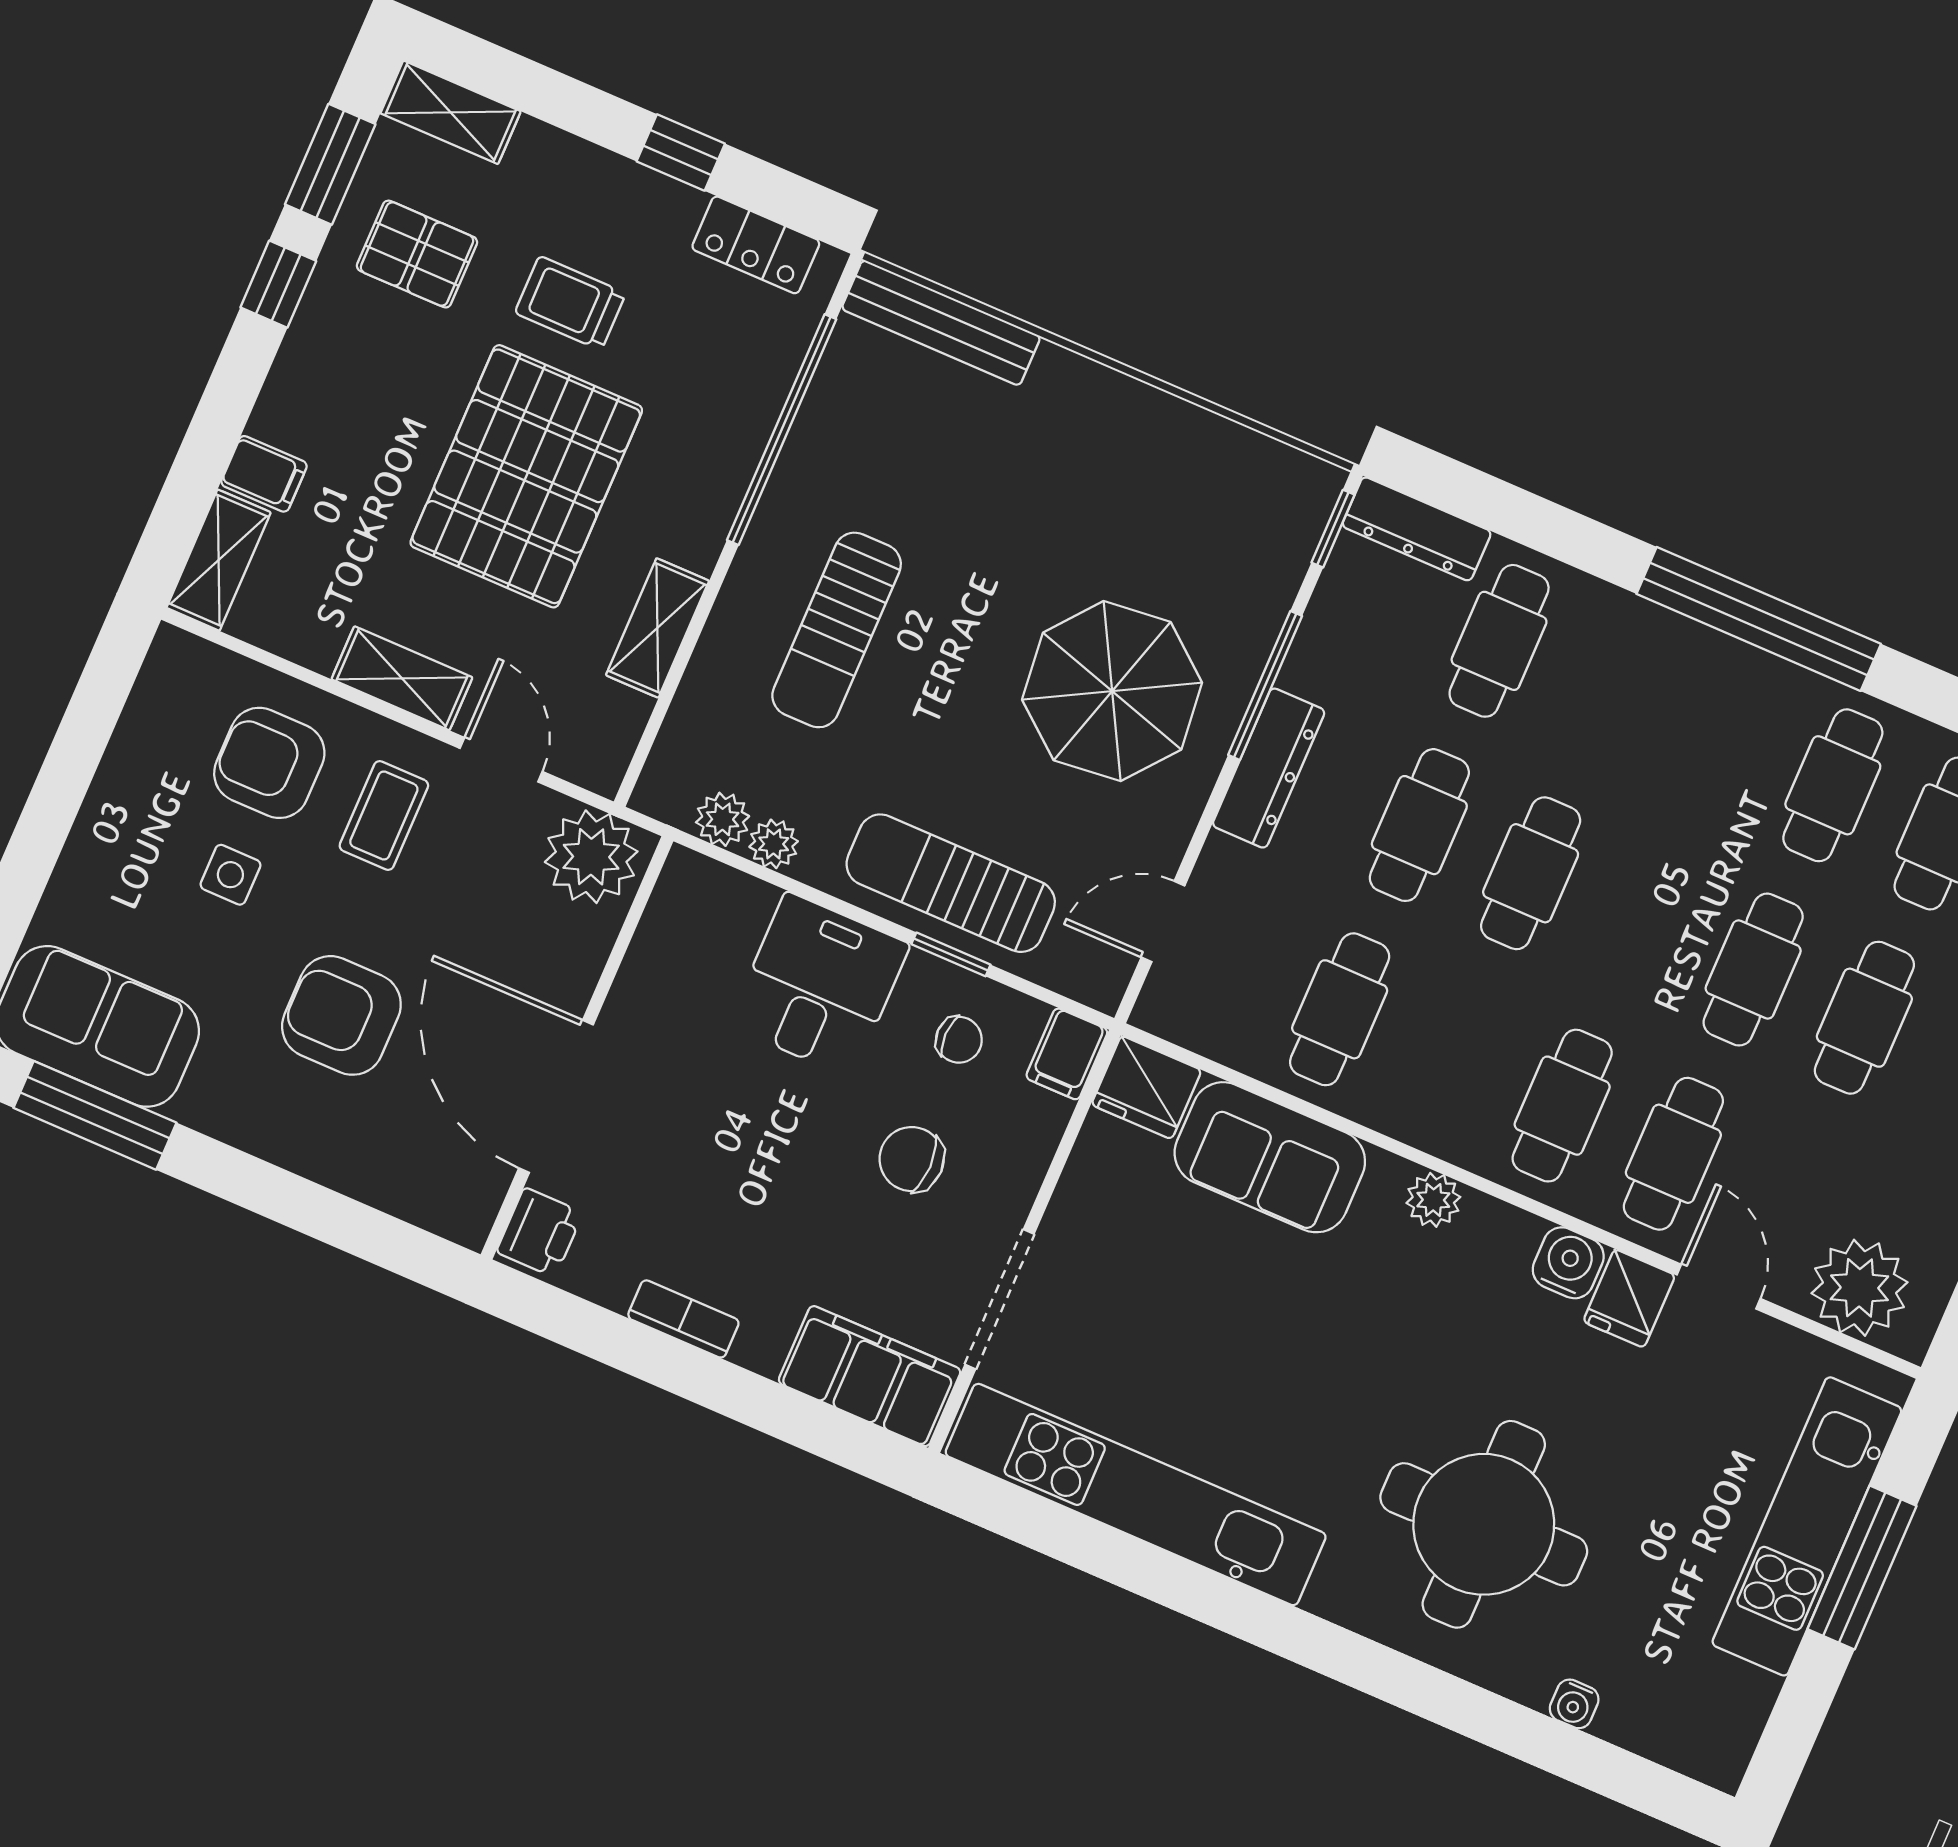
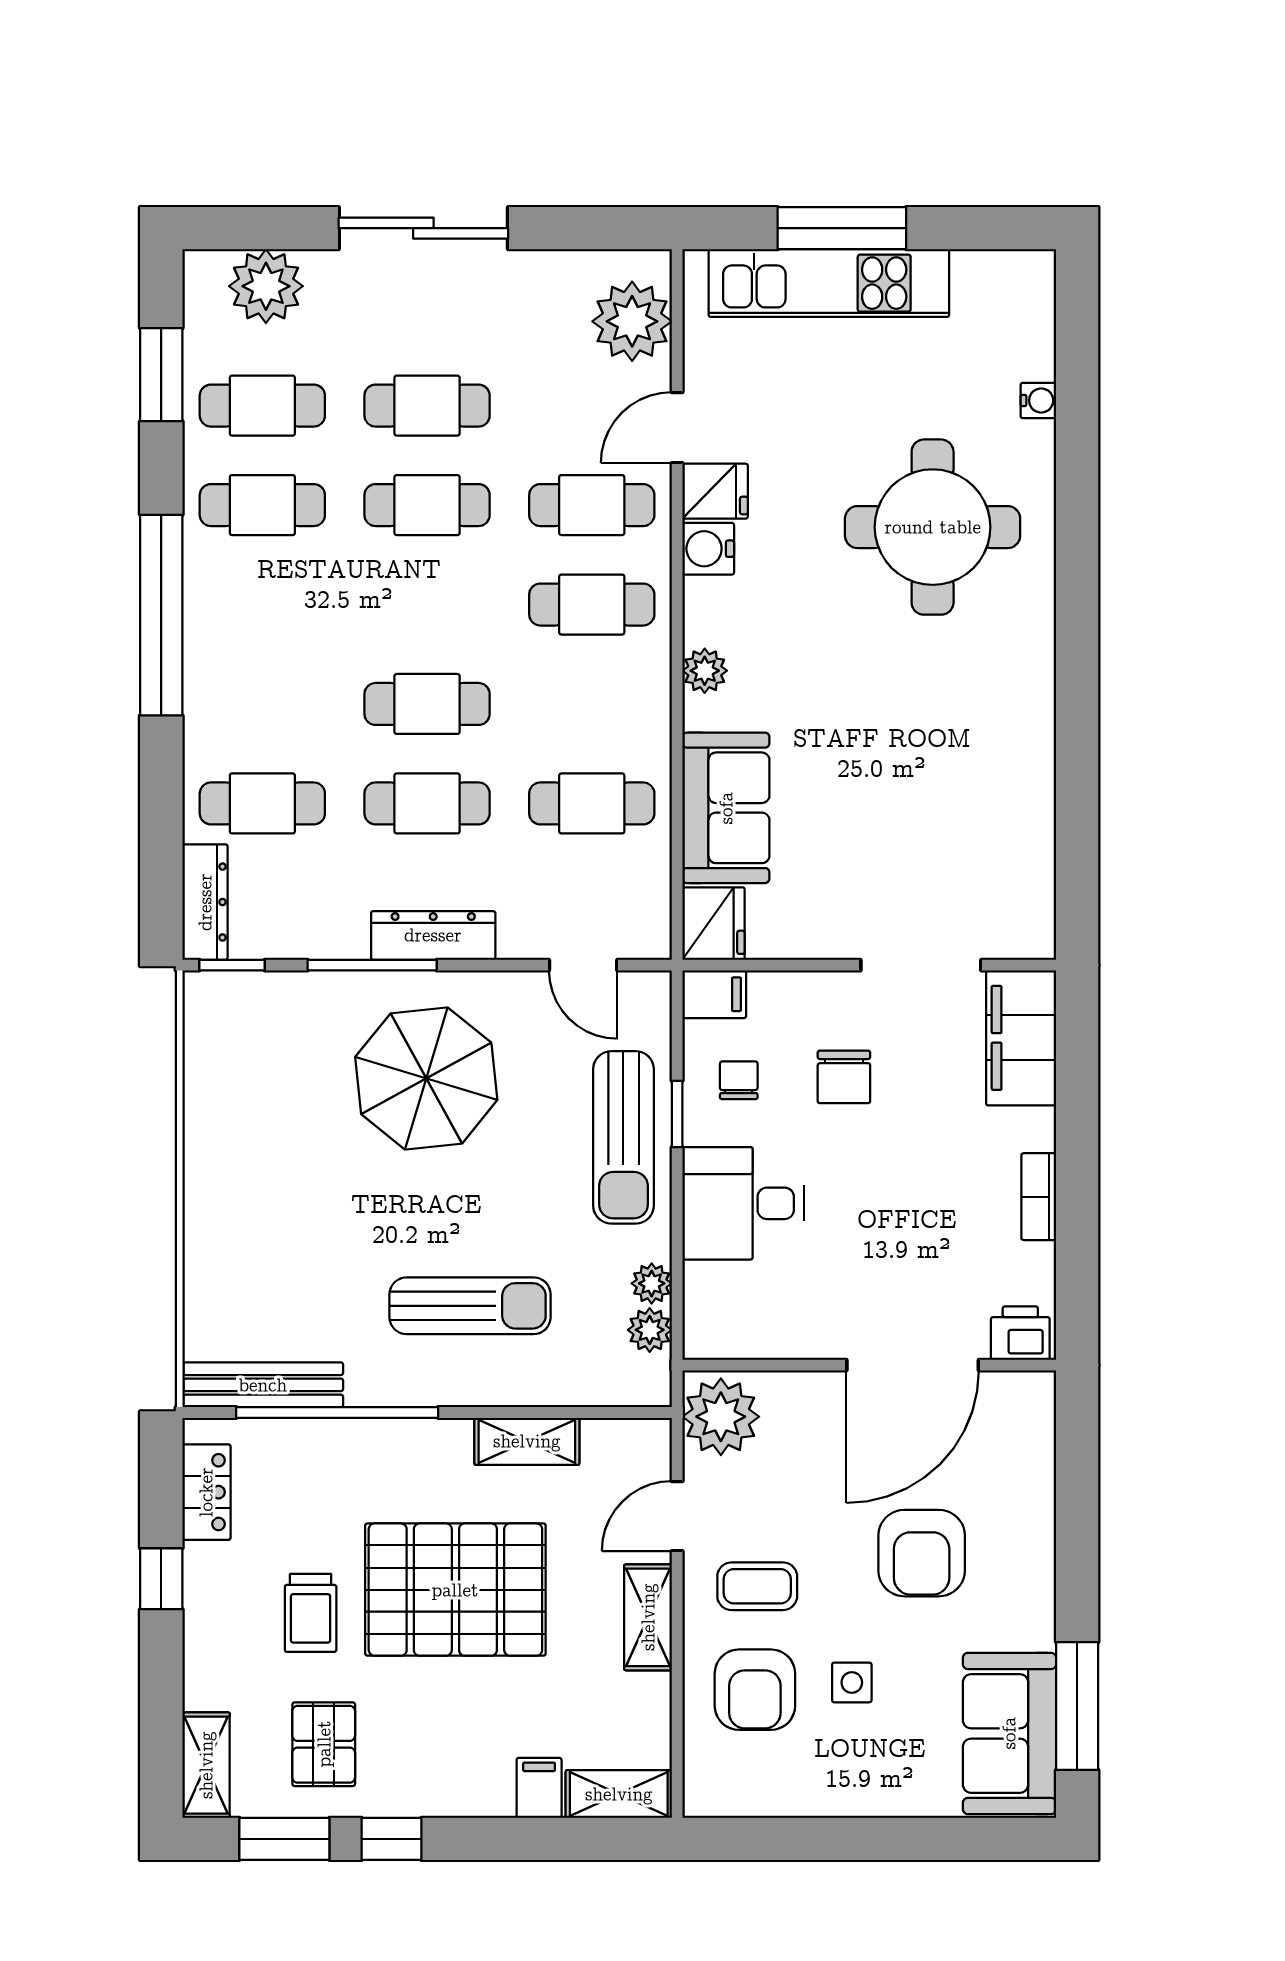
bench: (941, 323) -> (263, 1385), moved, turned 90
kitchen unit: (1136, 1495) -> (1024, 799), removed

